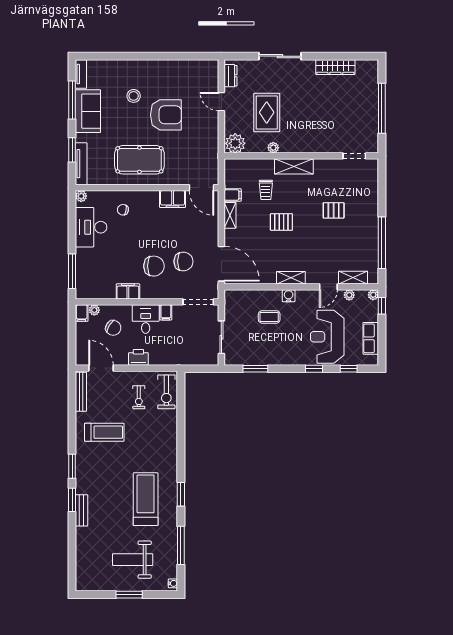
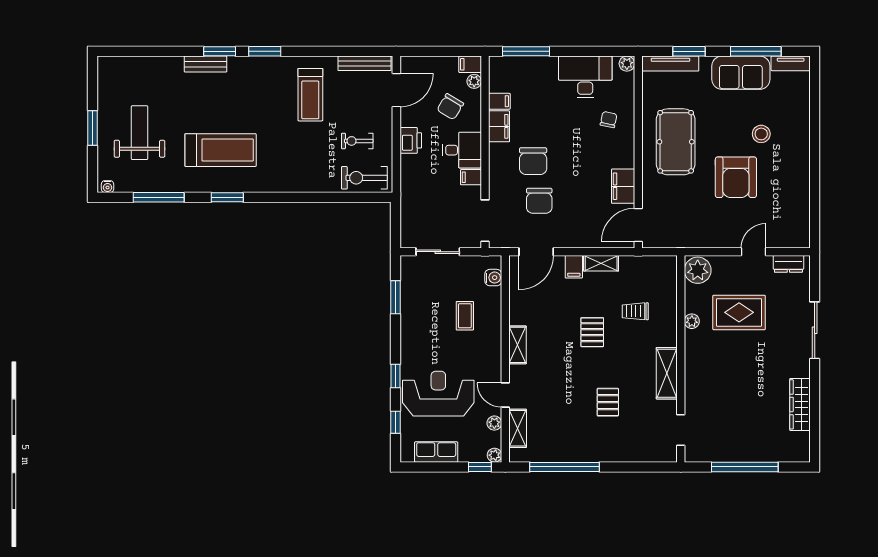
shelving: (294, 166) -> (667, 373), moved
filing cabinet: (233, 195) -> (574, 267), moved
door: (221, 264) -> (536, 252), width x0.73
filing cabinet: (109, 291) -> (499, 101), added
water cooler: (289, 296) -> (493, 278), moved

